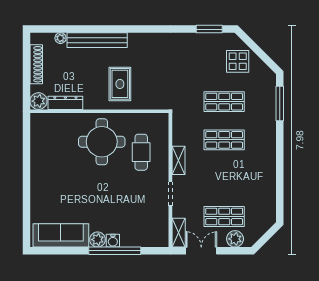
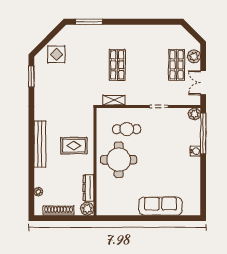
bench: (97, 40) -> (40, 144), moved
shop shelf: (224, 102) -> (88, 65), removed
shelving: (178, 160) -> (114, 100), moved
shelving: (179, 233) -> (189, 100), removed
sofa: (61, 235) -> (161, 206), moved, turned 90
plant: (98, 240) -> (194, 114), moved
window: (115, 251) -> (203, 133), moved

